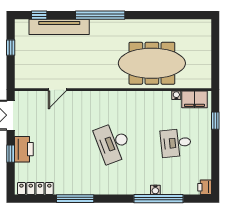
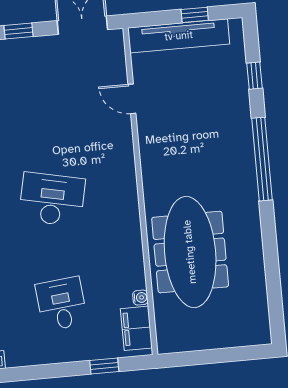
window: (39, 15) -> (254, 76), moved
tv unit: (59, 27) -> (179, 36), moved, turned -90
desk: (113, 143) -> (52, 199), turned 33
printer: (24, 149) -> (28, 52), removed

